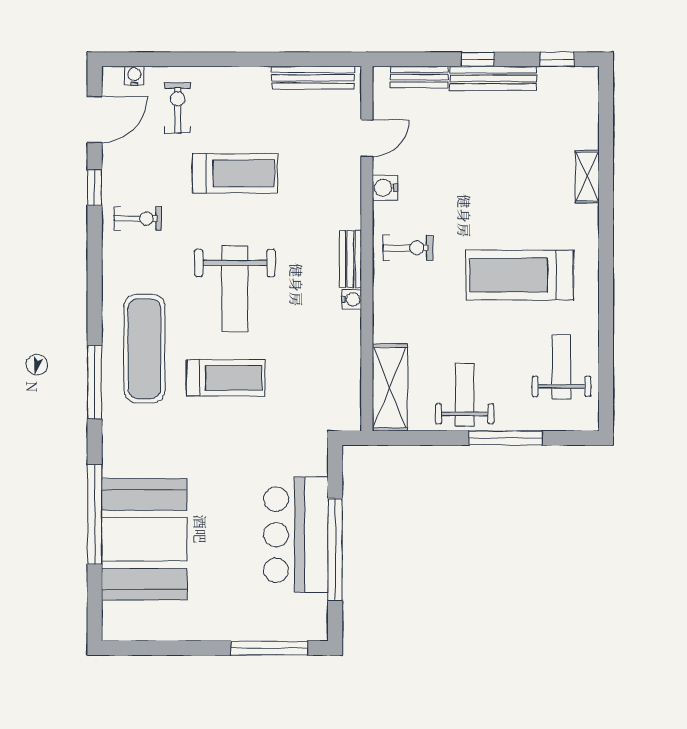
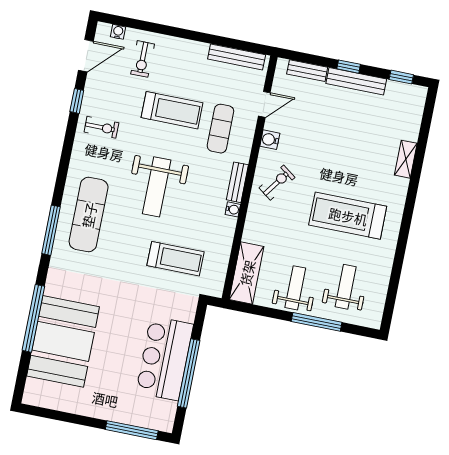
exercise bike: (178, 108) -> (143, 59), turned 180
exercise mat: (310, 186) -> (220, 129), added
exercise bike: (408, 248) -> (277, 183), turned -54
weight bench: (562, 367) -> (346, 287), moved
treadmill: (226, 378) -> (176, 259), moved

